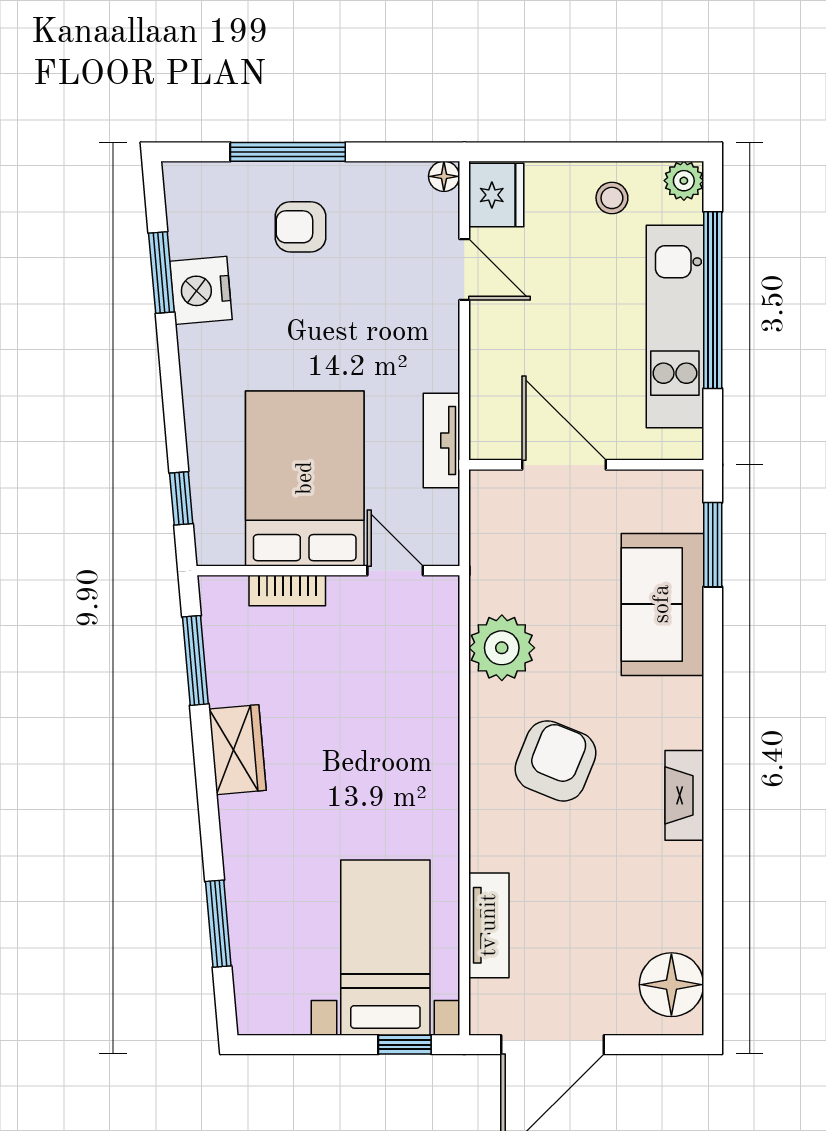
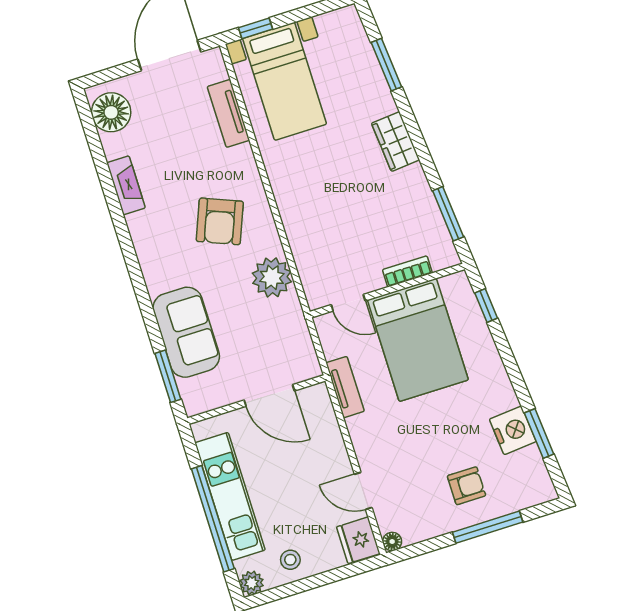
wardrobe: (237, 750) -> (396, 142), moved
fireplace: (684, 795) -> (126, 185), moved

